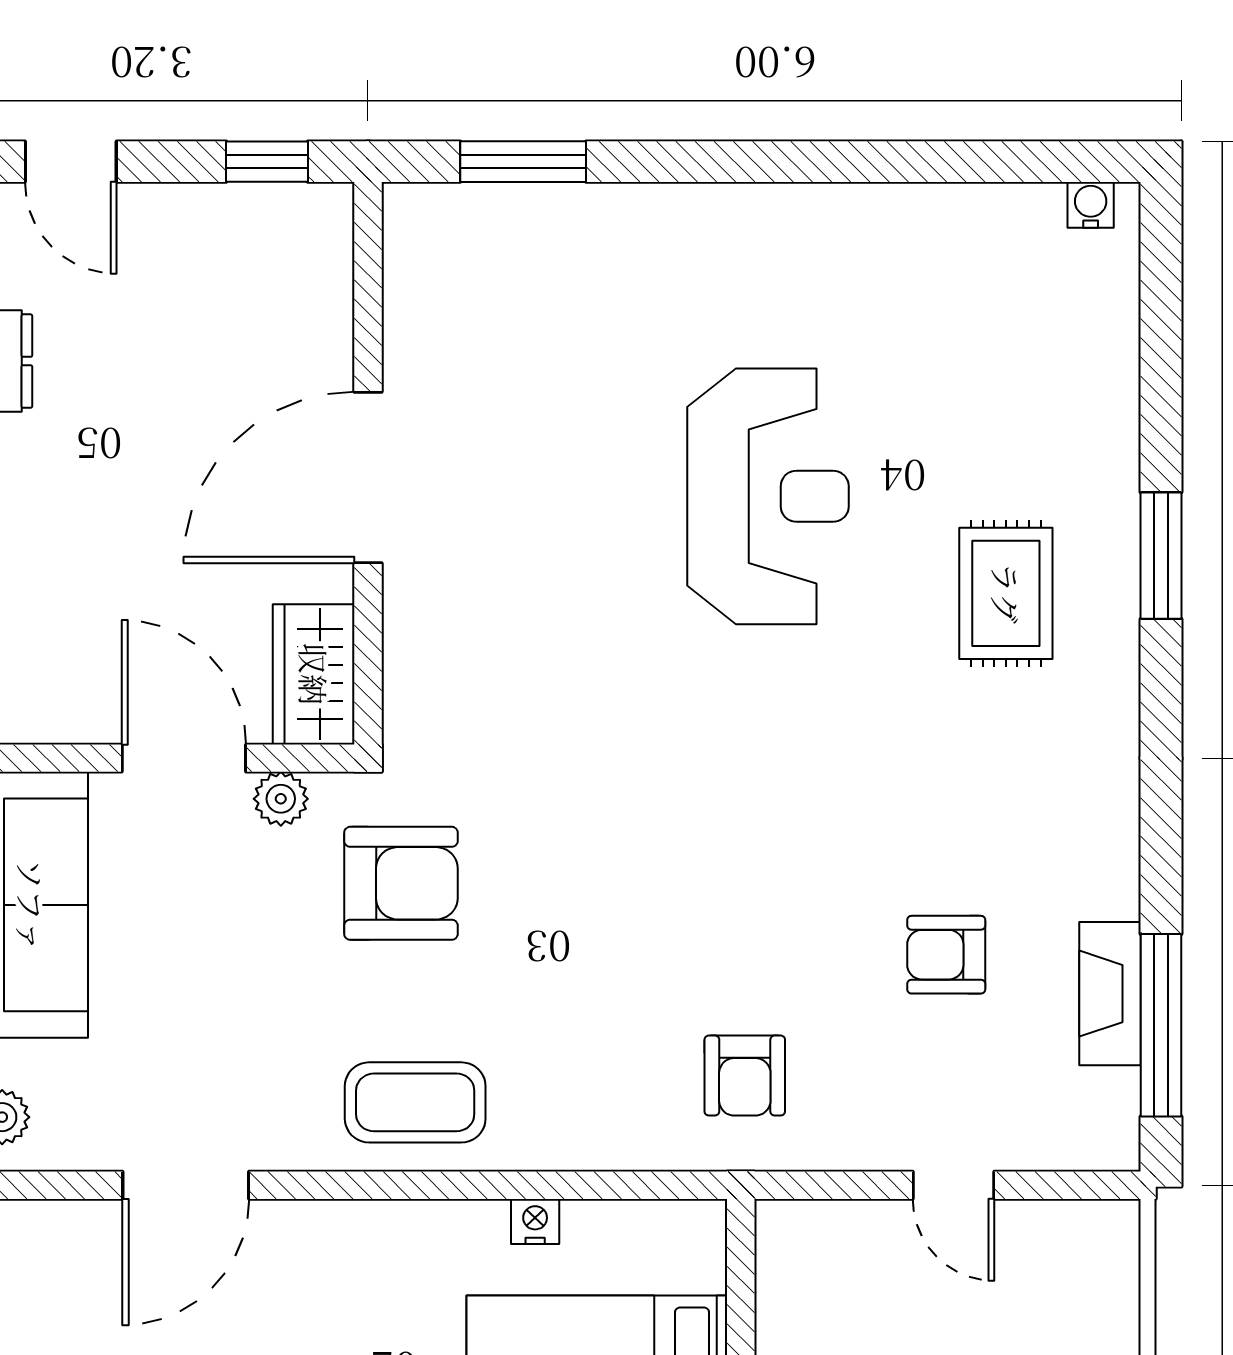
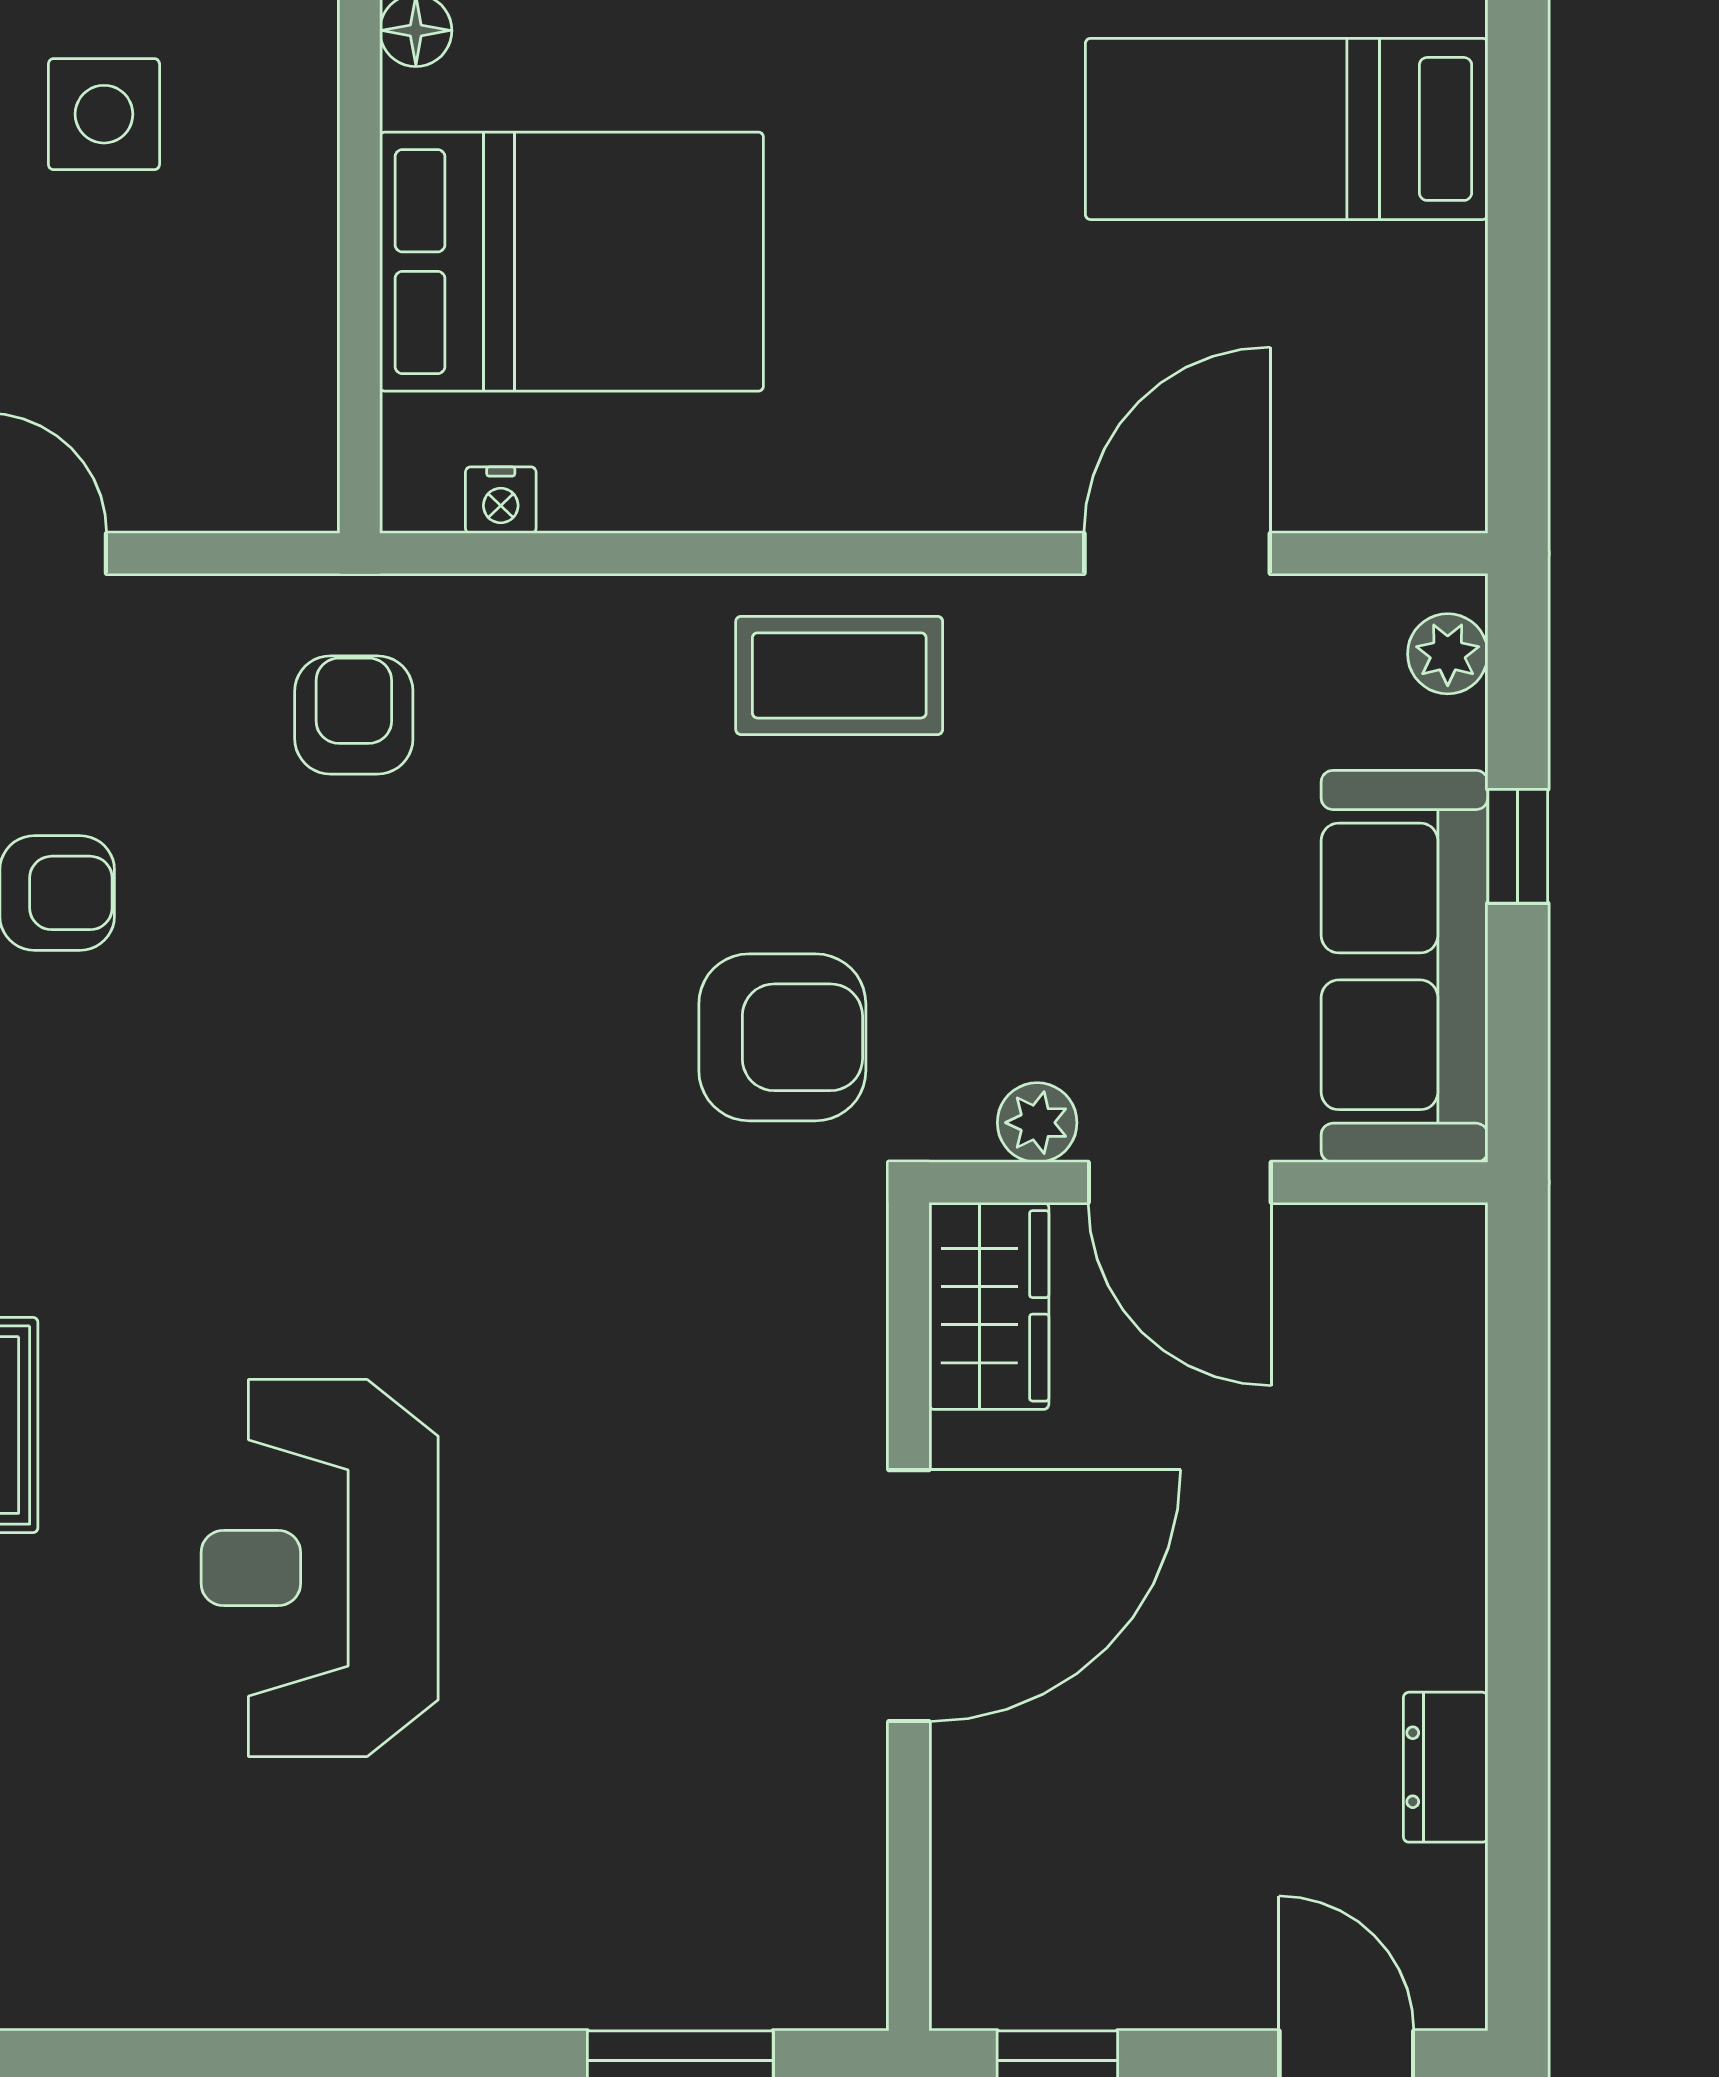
armchair: (401, 883) -> (782, 1037), moved, turned 180
nightstand: (535, 1221) -> (501, 500), moved

